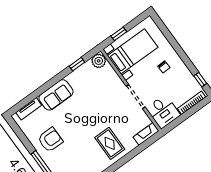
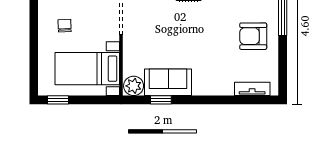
window: (119, 34) -> (58, 100), moved
sofa: (56, 95) -> (168, 82), moved

